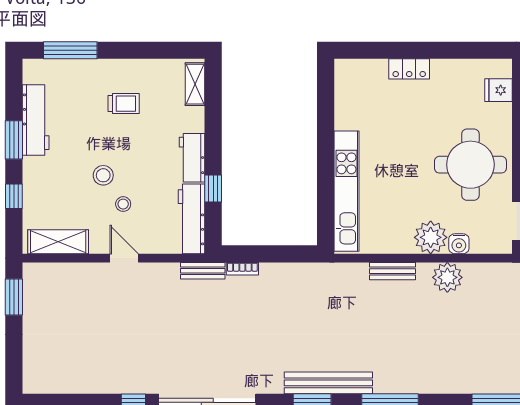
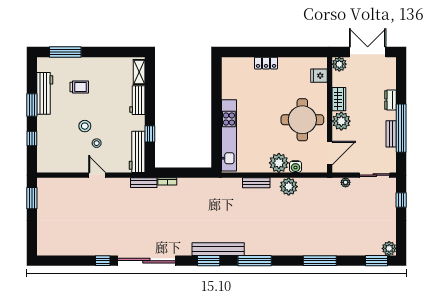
trolley: (124, 104) -> (79, 87), moved
workbench: (192, 158) -> (137, 100), moved
shelving: (58, 242) -> (58, 165), removed

